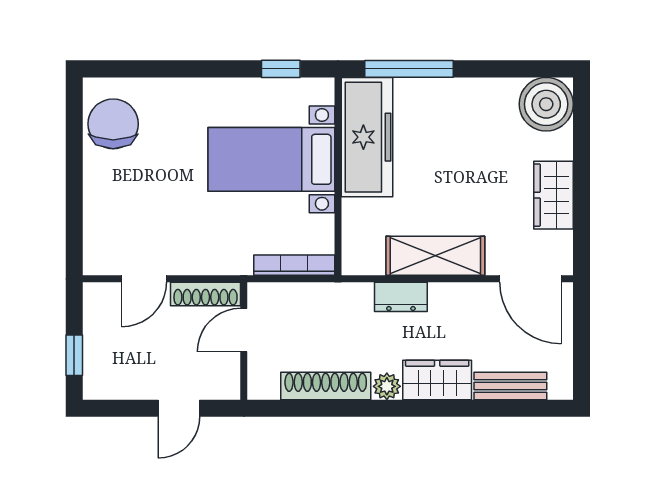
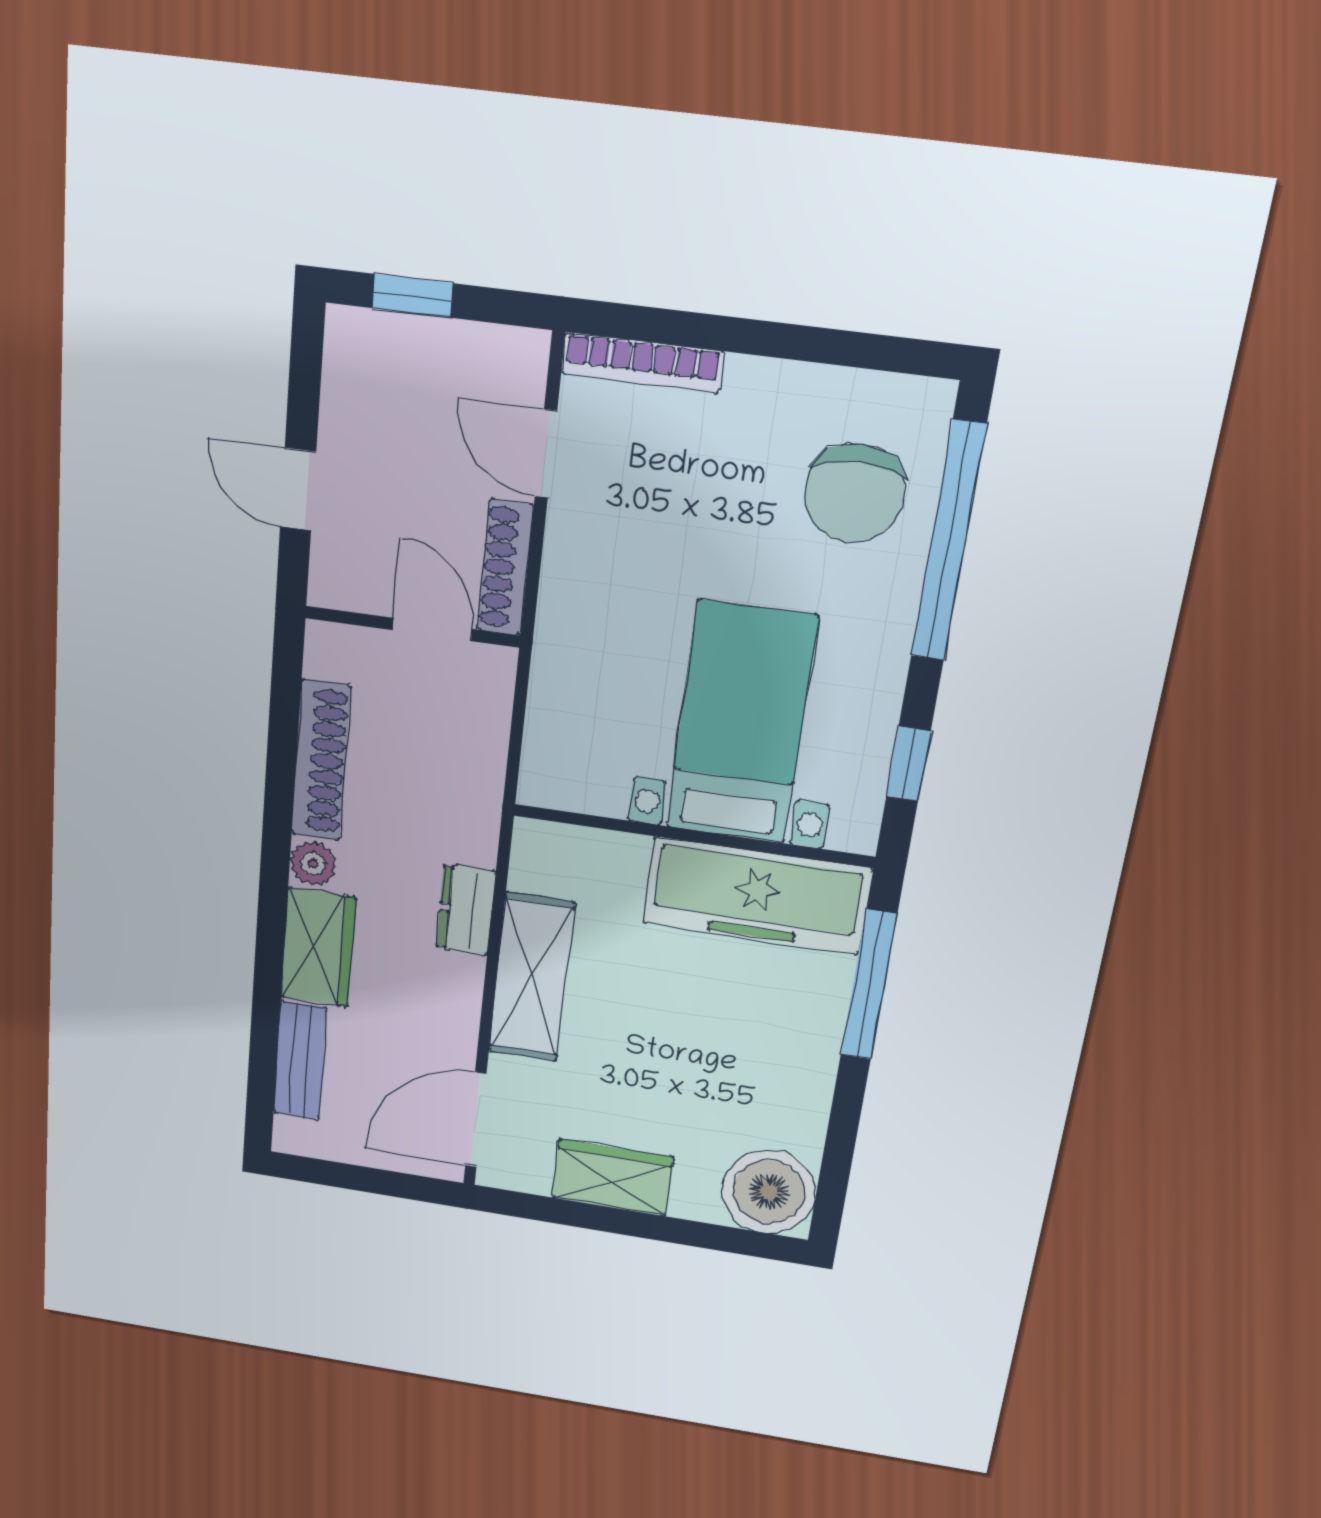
window: (162, 69) -> (948, 542), added
chair: (113, 124) -> (855, 493), moved, turned 90
bookcase: (294, 265) -> (642, 362), moved, turned 90

